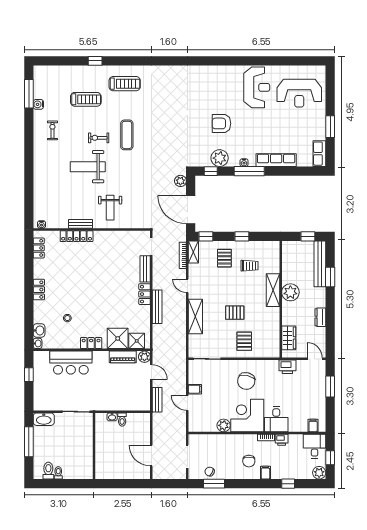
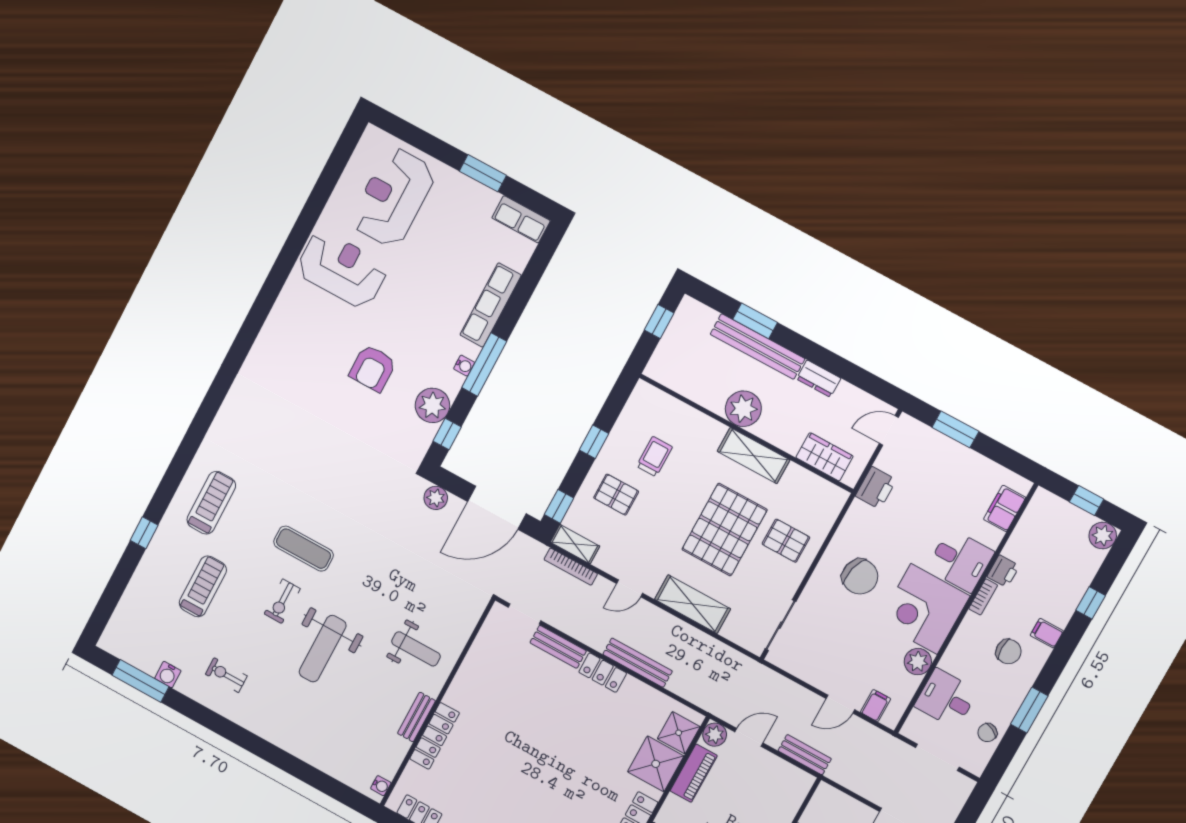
reception desk: (299, 93) -> (393, 197), turned 180
bench: (320, 264) -> (758, 346), moved
shelving: (273, 290) -> (754, 456), moved
pallet: (235, 313) -> (725, 530), width x2.05, depth x2.00
filing cabinet: (195, 389) -> (876, 706), moved
filing cabinet: (313, 426) -> (1005, 508), width x2.00
desk: (315, 446) -> (946, 698), moved
window: (214, 484) -> (1029, 710), moved

